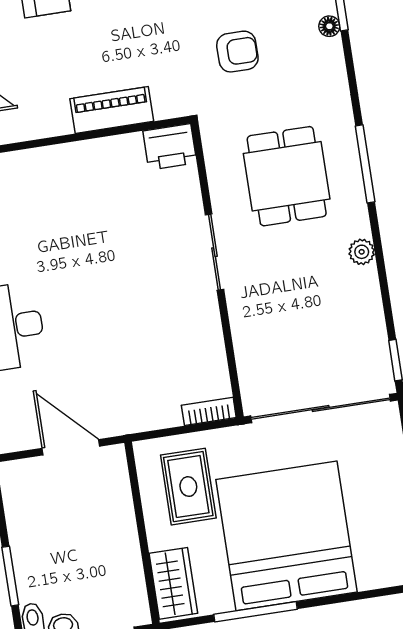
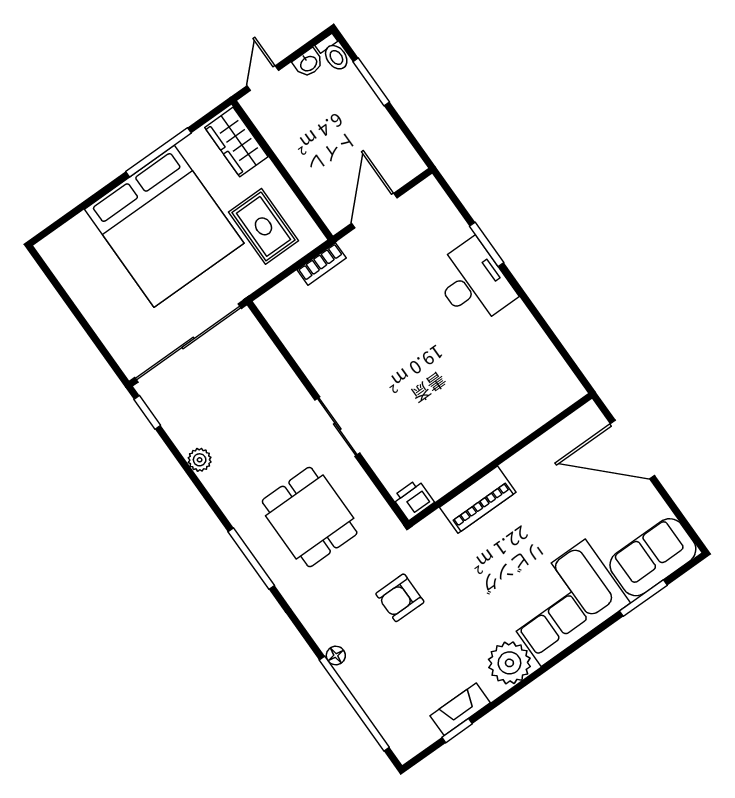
printer: (170, 147) -> (413, 500), width x0.73, depth x0.81
plant: (362, 252) -> (200, 460), moved
bookcase: (209, 411) -> (322, 264), moved
door: (71, 447) -> (374, 211), swing flipped

